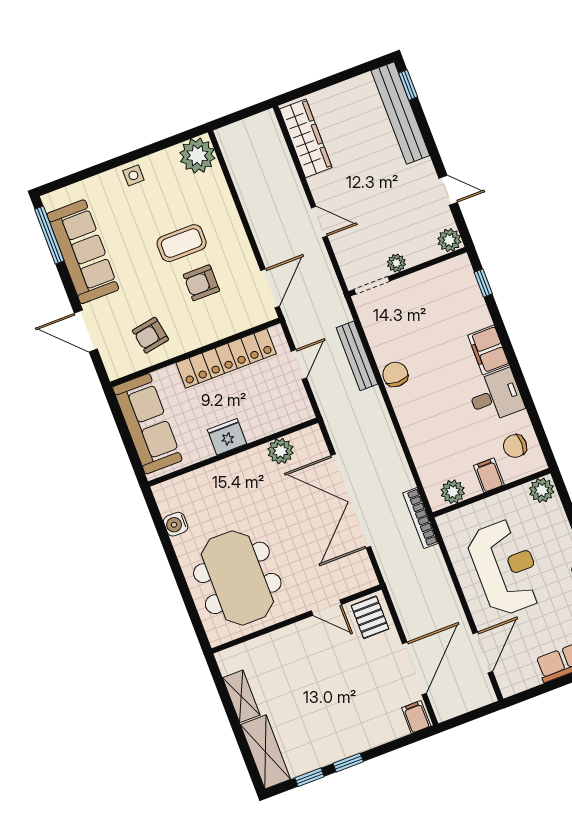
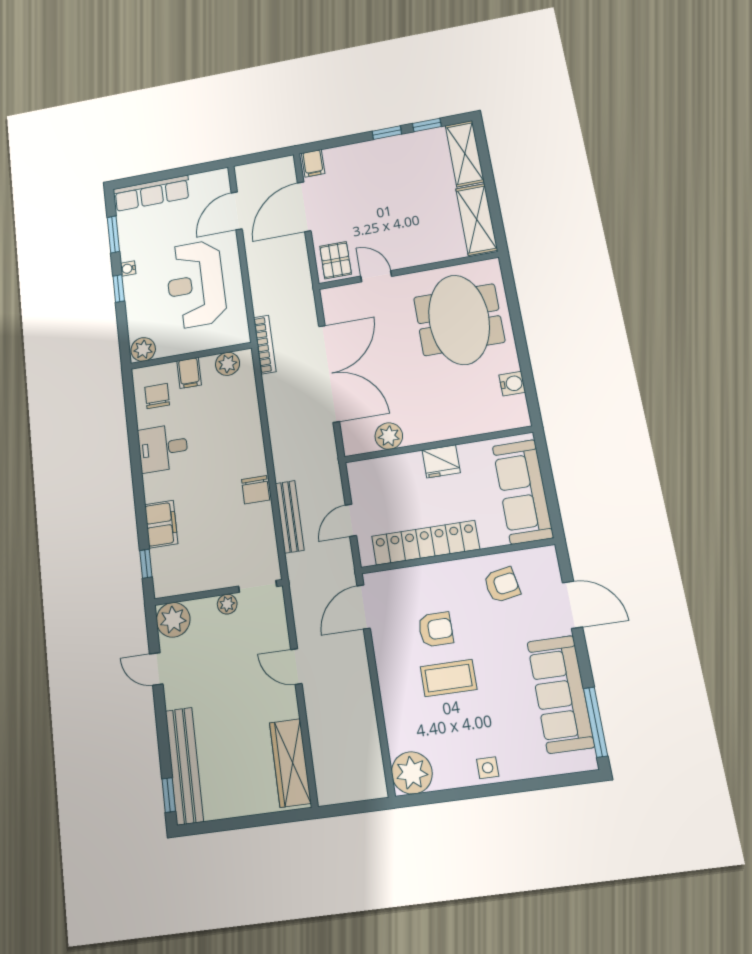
plant: (449, 240) -> (173, 620), width x1.36, depth x1.36
filing cabinet: (488, 350) -> (161, 524), moved
chair: (515, 446) -> (157, 396), turned -90
shelving: (241, 696) -> (477, 219), width x1.50, depth x1.33

